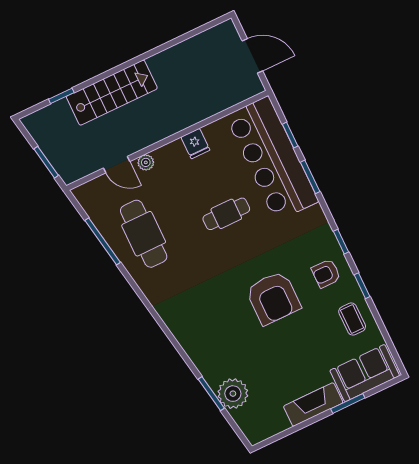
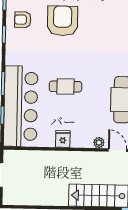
armchair: (326, 273) -> (23, 20), turned 180

